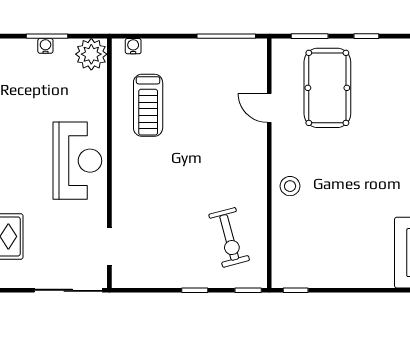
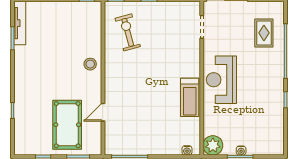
treadmill: (148, 105) -> (190, 97), moved, turned 180
door: (269, 108) -> (103, 112), swing flipped

